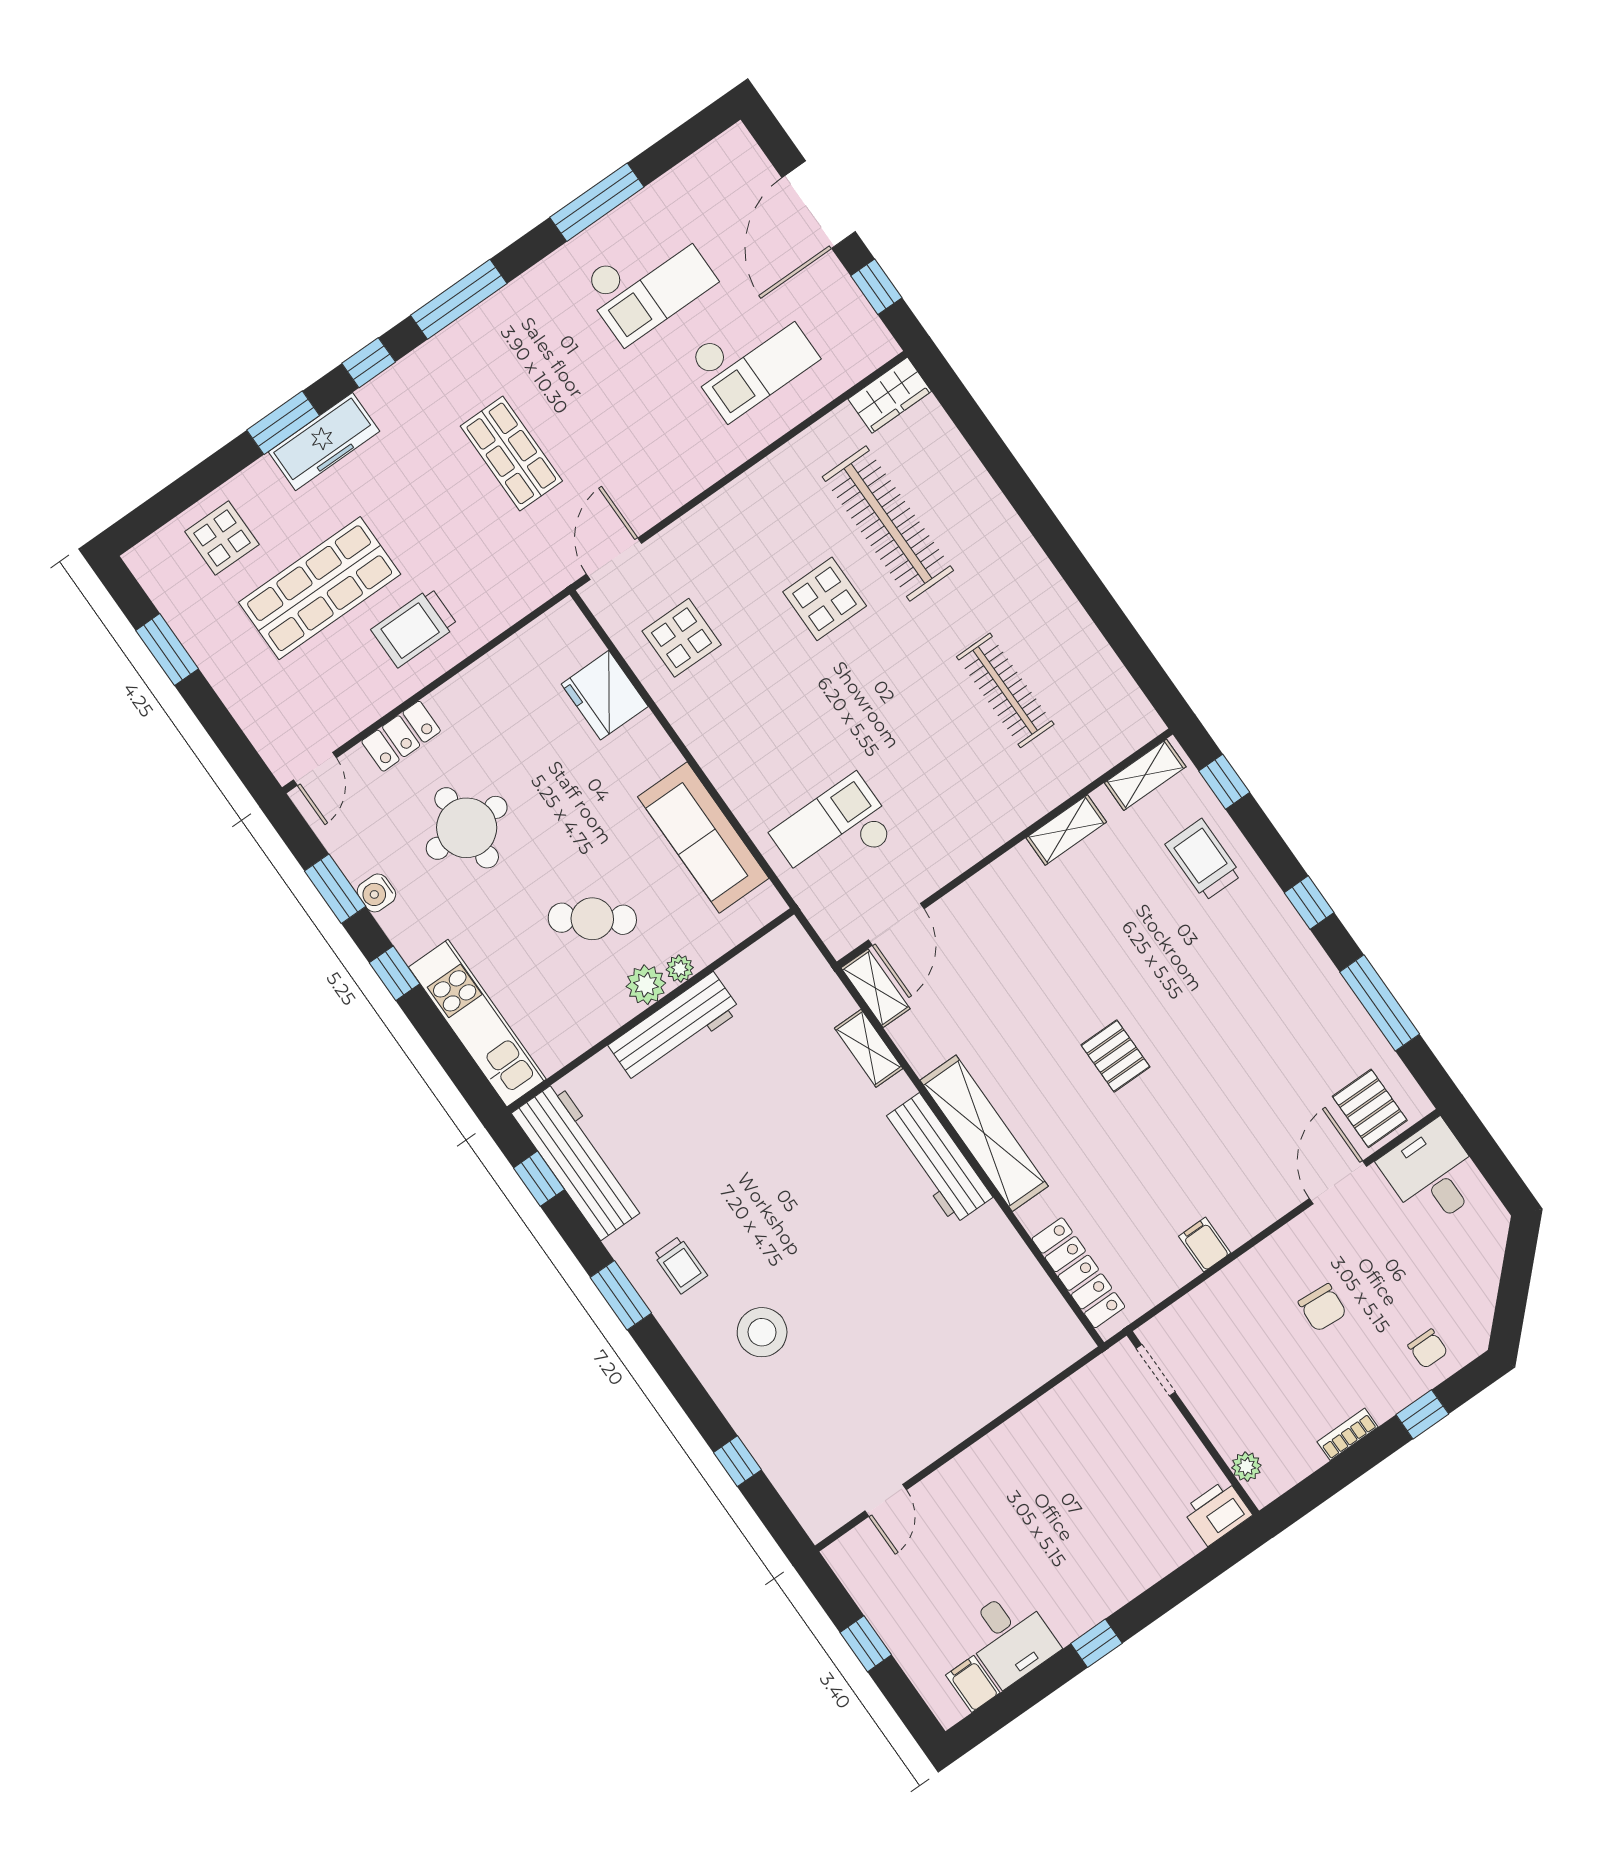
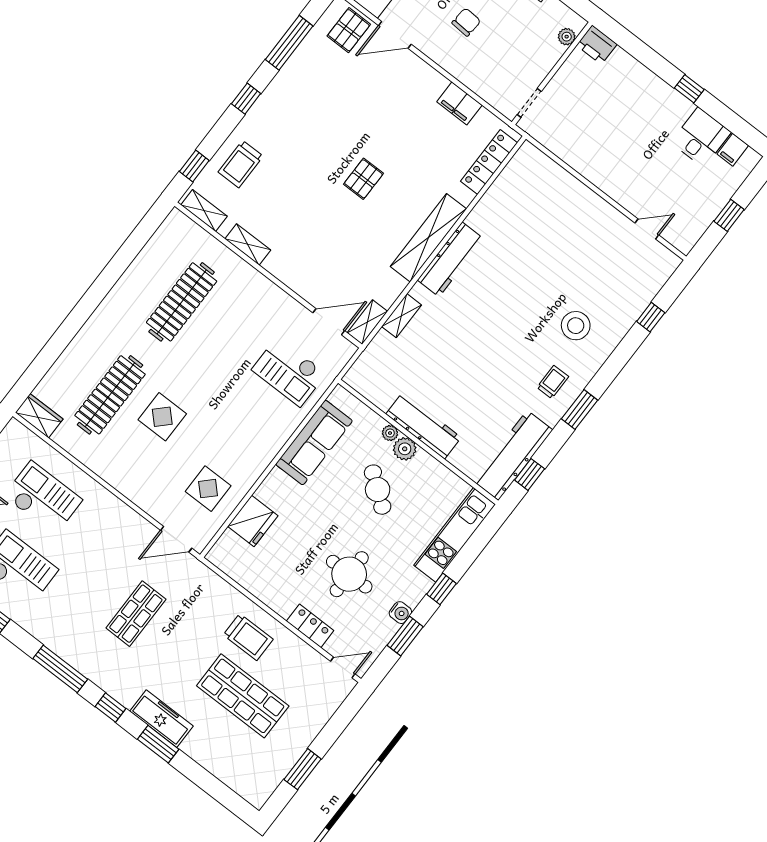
display table: (222, 538) -> (232, 758), removed
clothes rail: (1005, 690) -> (182, 302), width x1.37, depth x1.31
filing cabinet: (1205, 1245) -> (459, 103), width x2.00

